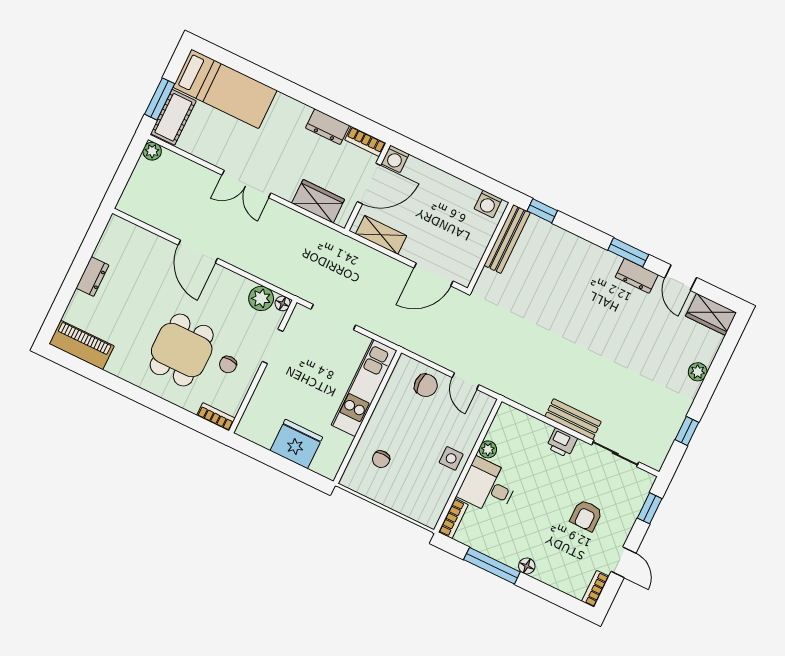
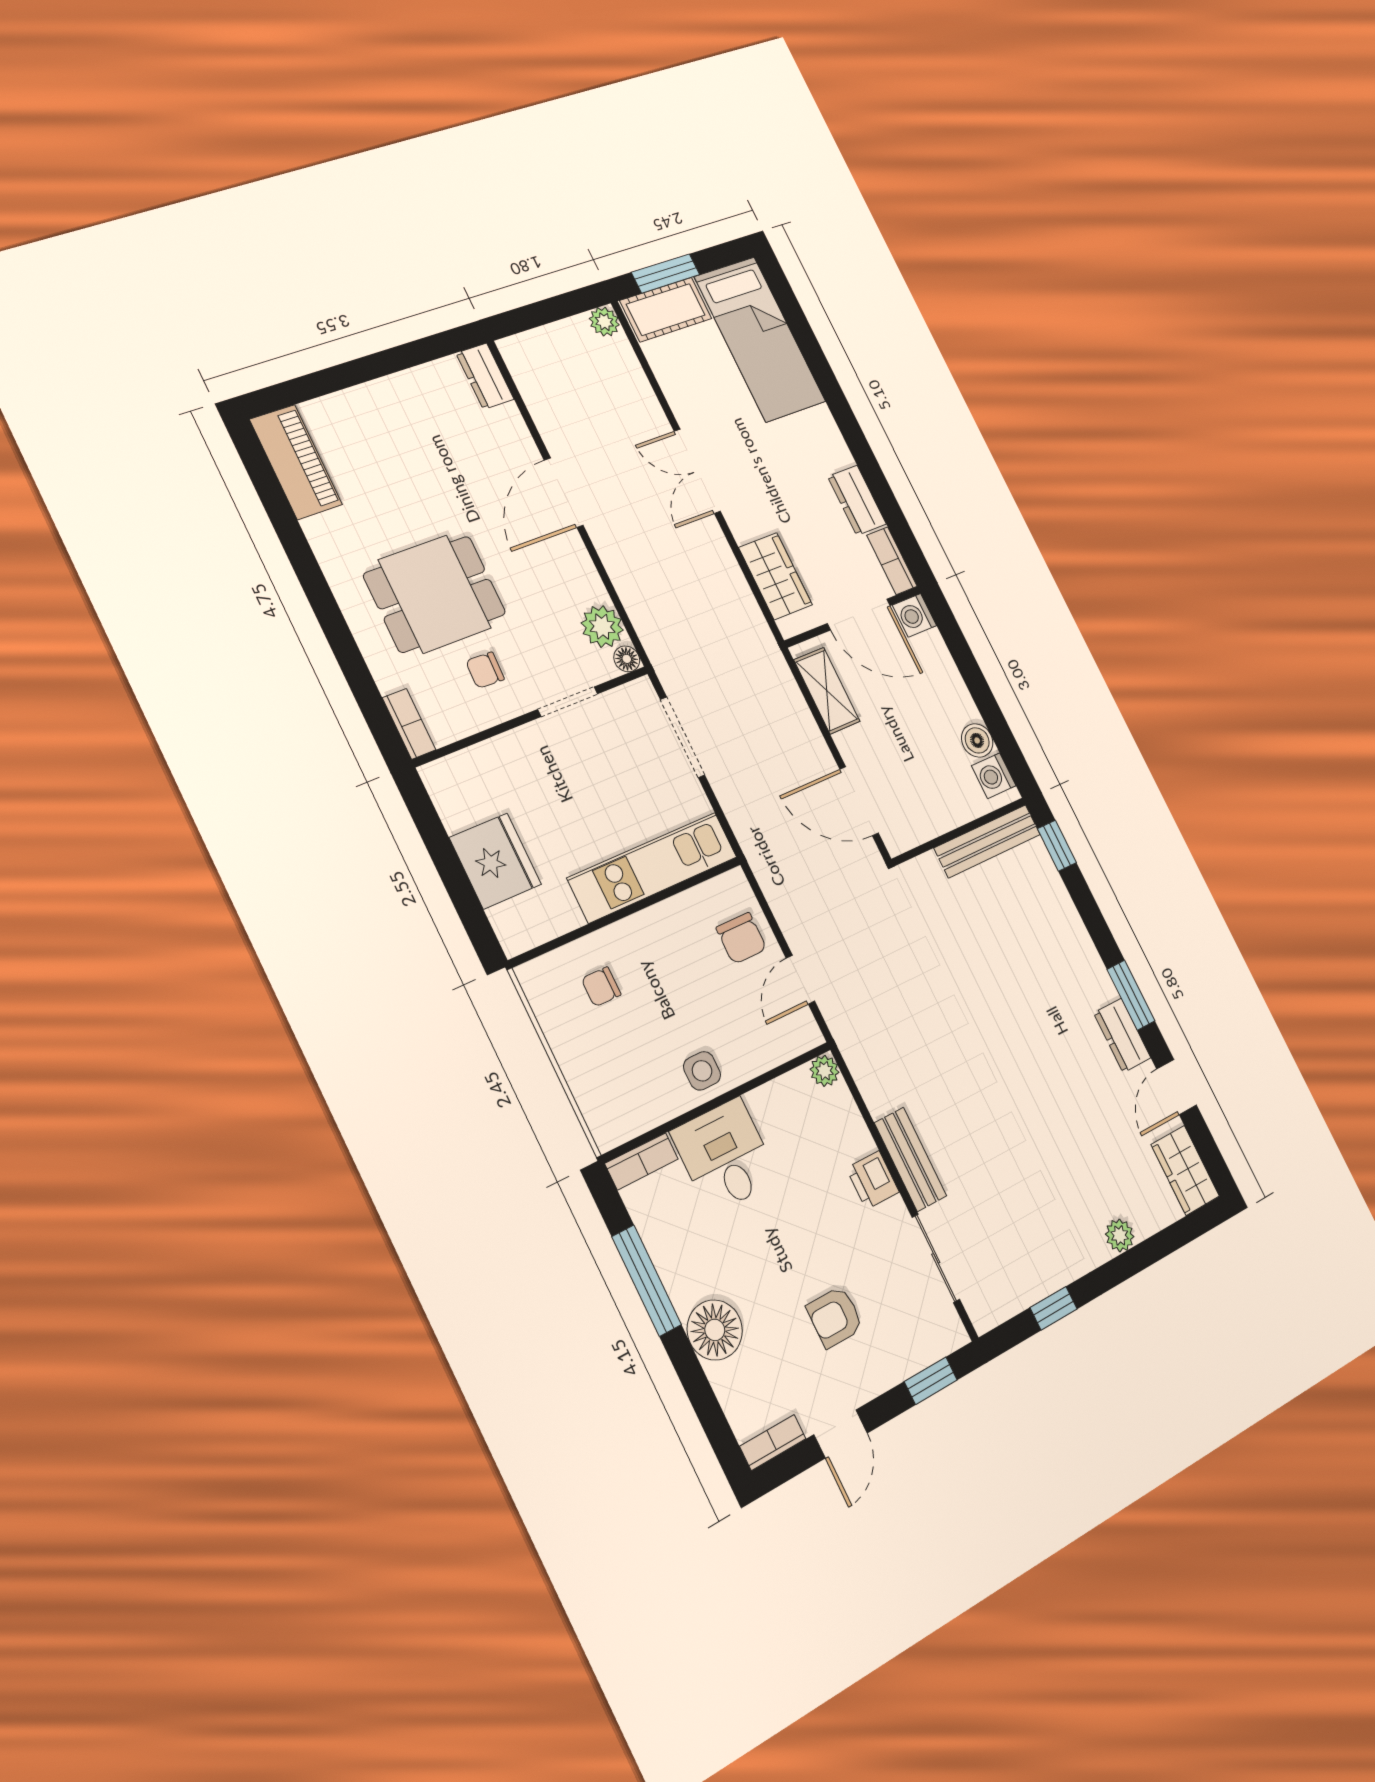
boiler: (468, 194) -> (977, 740), added
dresser: (92, 276) -> (485, 376), moved, turned 90
plant: (488, 449) -> (825, 1071), moved
floor lamp: (527, 566) -> (715, 1330), width x1.89, depth x1.89

